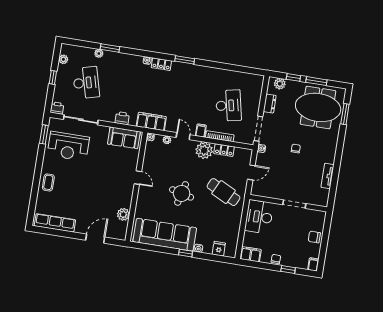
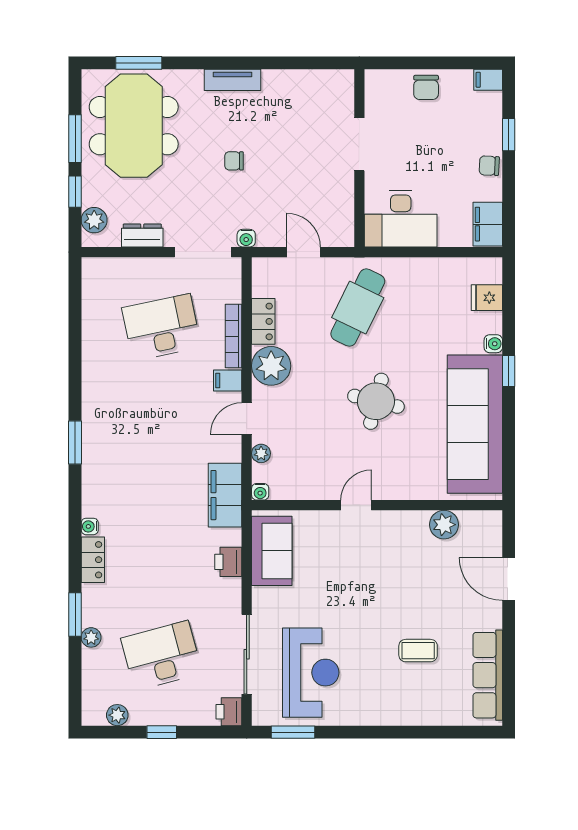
locker: (161, 64) -> (93, 560), moved
tv unit: (327, 176) -> (232, 80), moved
coffee table: (48, 182) -> (418, 651), moved

